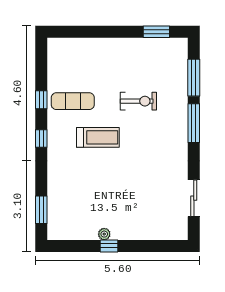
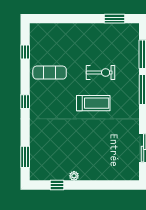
window: (41, 100) -> (25, 52), moved
treadmill: (98, 137) -> (93, 103), moved
window: (109, 246) -> (57, 185), moved

